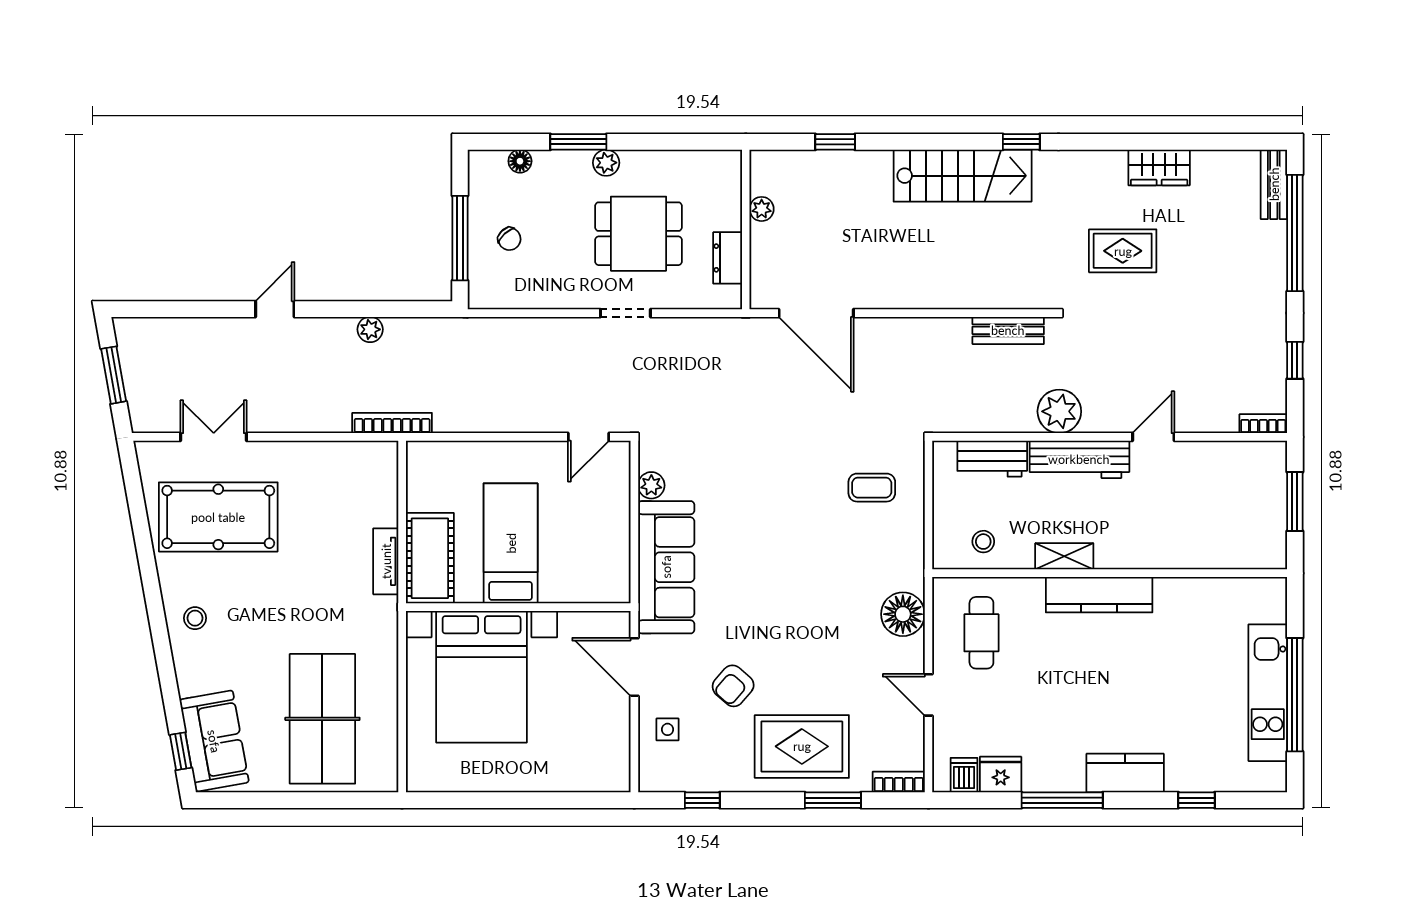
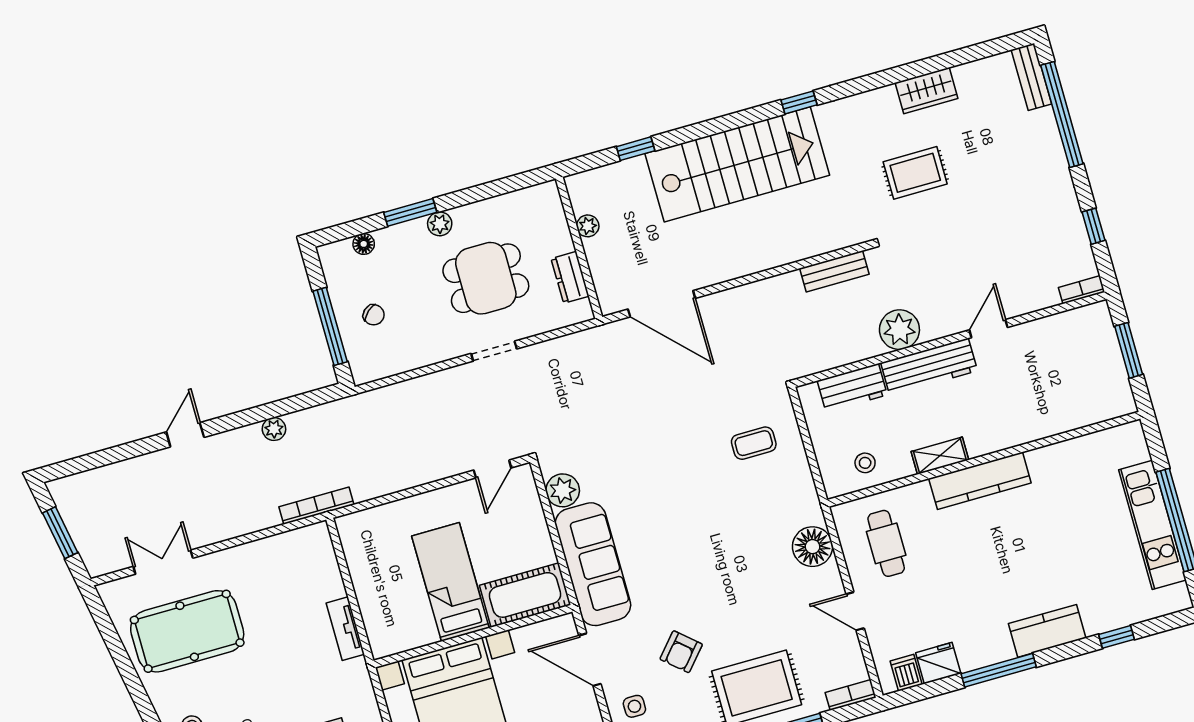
stairs: (963, 176) -> (737, 164), width x1.36, depth x1.51
plant: (651, 485) -> (563, 490), width x1.38, depth x1.38
cot: (430, 558) -> (525, 595), moved, turned 90

